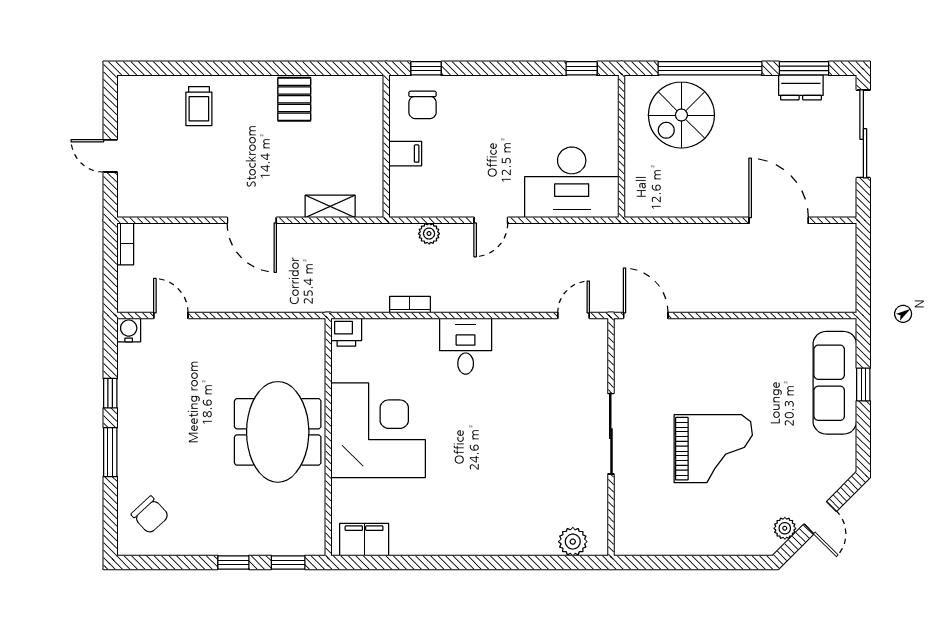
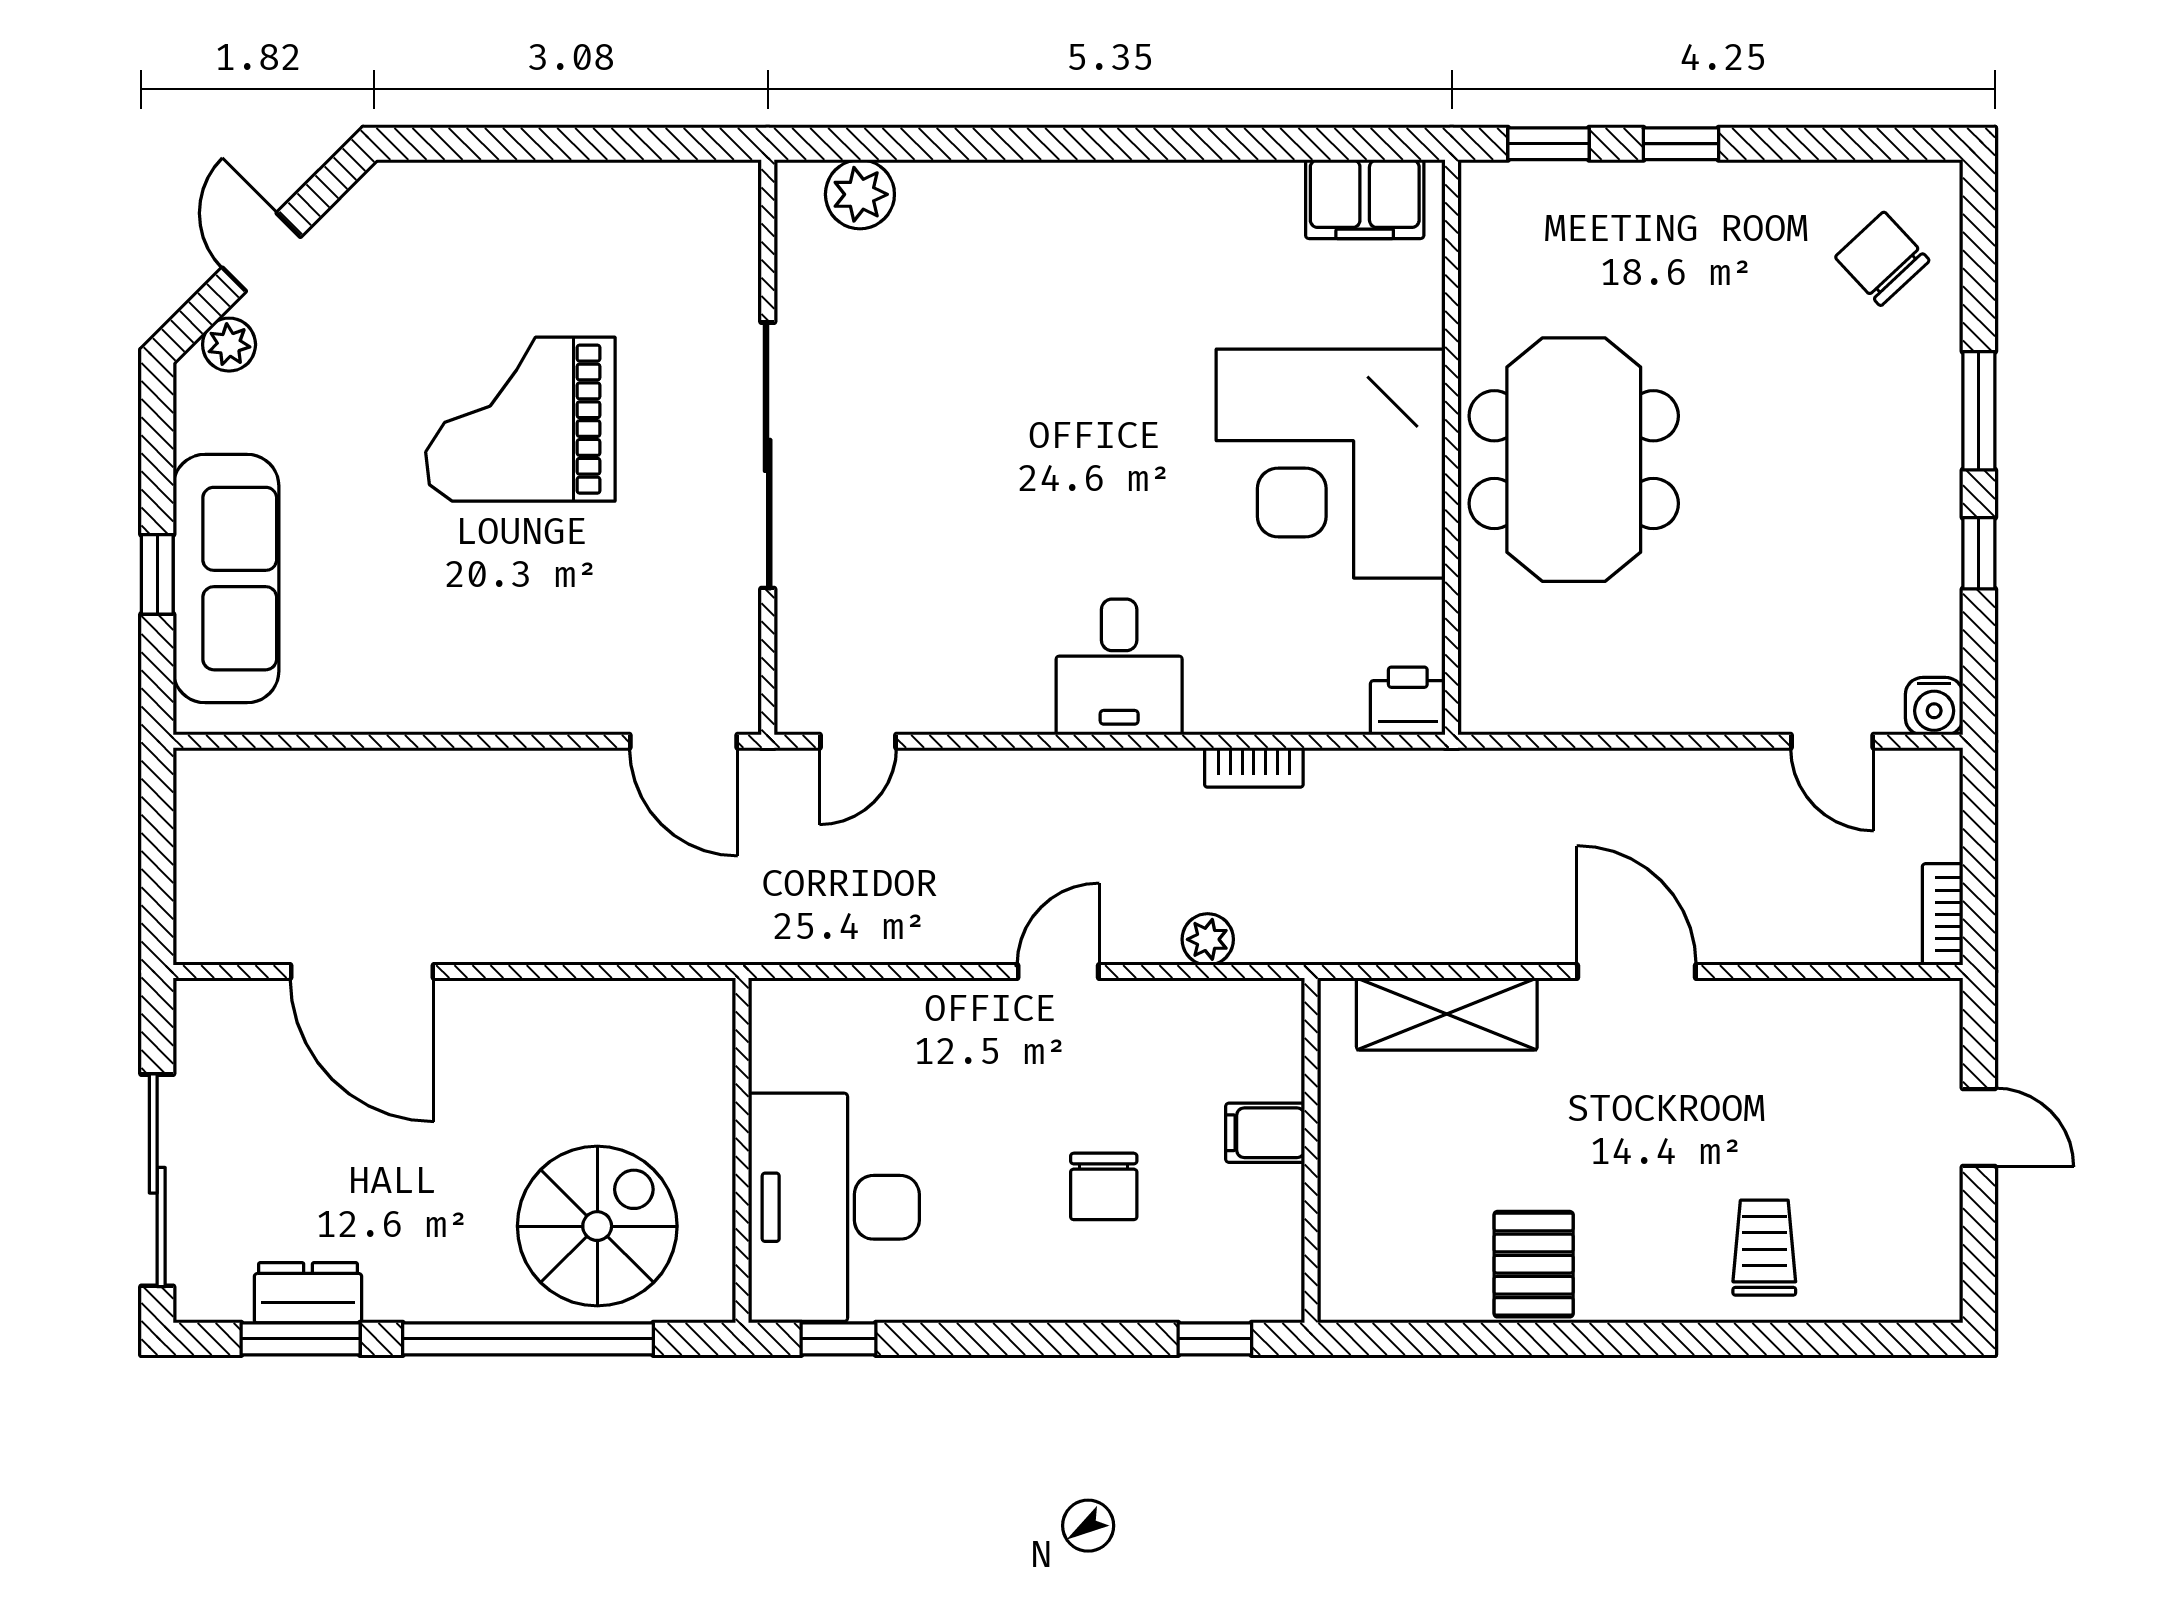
chair: (423, 105) -> (1104, 1186), moved, turned 180
desk: (572, 182) -> (834, 1207), moved, turned -90
shelving: (330, 206) -> (1447, 1014), width x1.50, depth x1.33
sliding door: (611, 434) -> (768, 455), width x1.36
plant: (785, 528) -> (229, 345), moved

